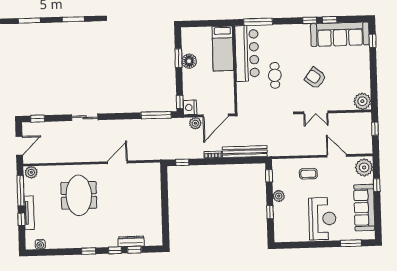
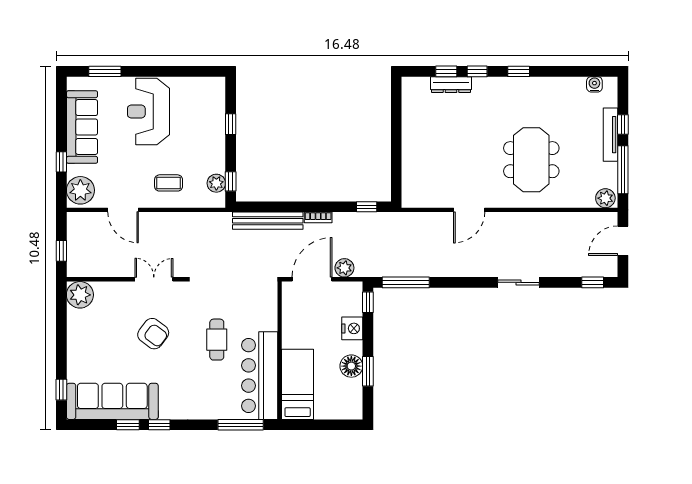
nightstand: (190, 107) -> (352, 328), moved
plant: (279, 196) -> (216, 183), moved

